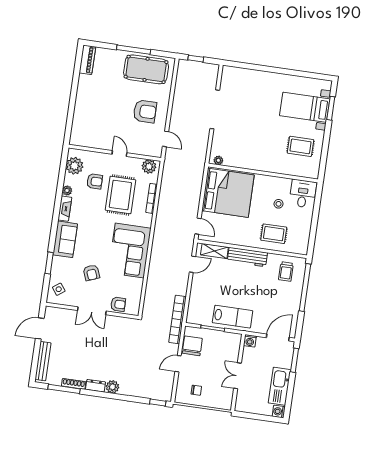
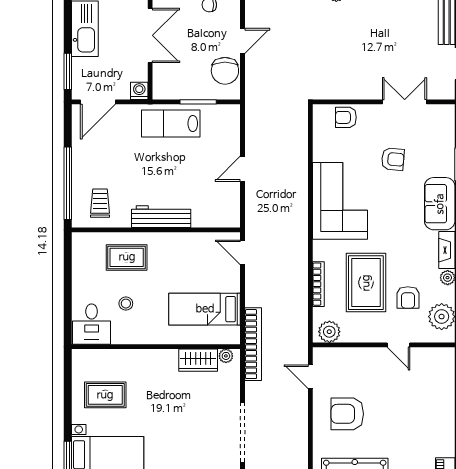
door: (119, 154) -> (398, 345), moved
wardrobe: (237, 160) -> (198, 360), added
armchair: (95, 181) -> (408, 297), turned -90
bed: (228, 193) -> (205, 309), width x0.49
shelving: (214, 251) -> (212, 219), removed
door: (192, 264) -> (242, 169), moved
armchair: (91, 273) -> (393, 159), turned 116
side table: (59, 289) -> (439, 127), removed
double door: (92, 311) -> (405, 102), moved
bookcase: (177, 319) -> (253, 344), moved
double door: (238, 376) -> (150, 35), width x1.37

